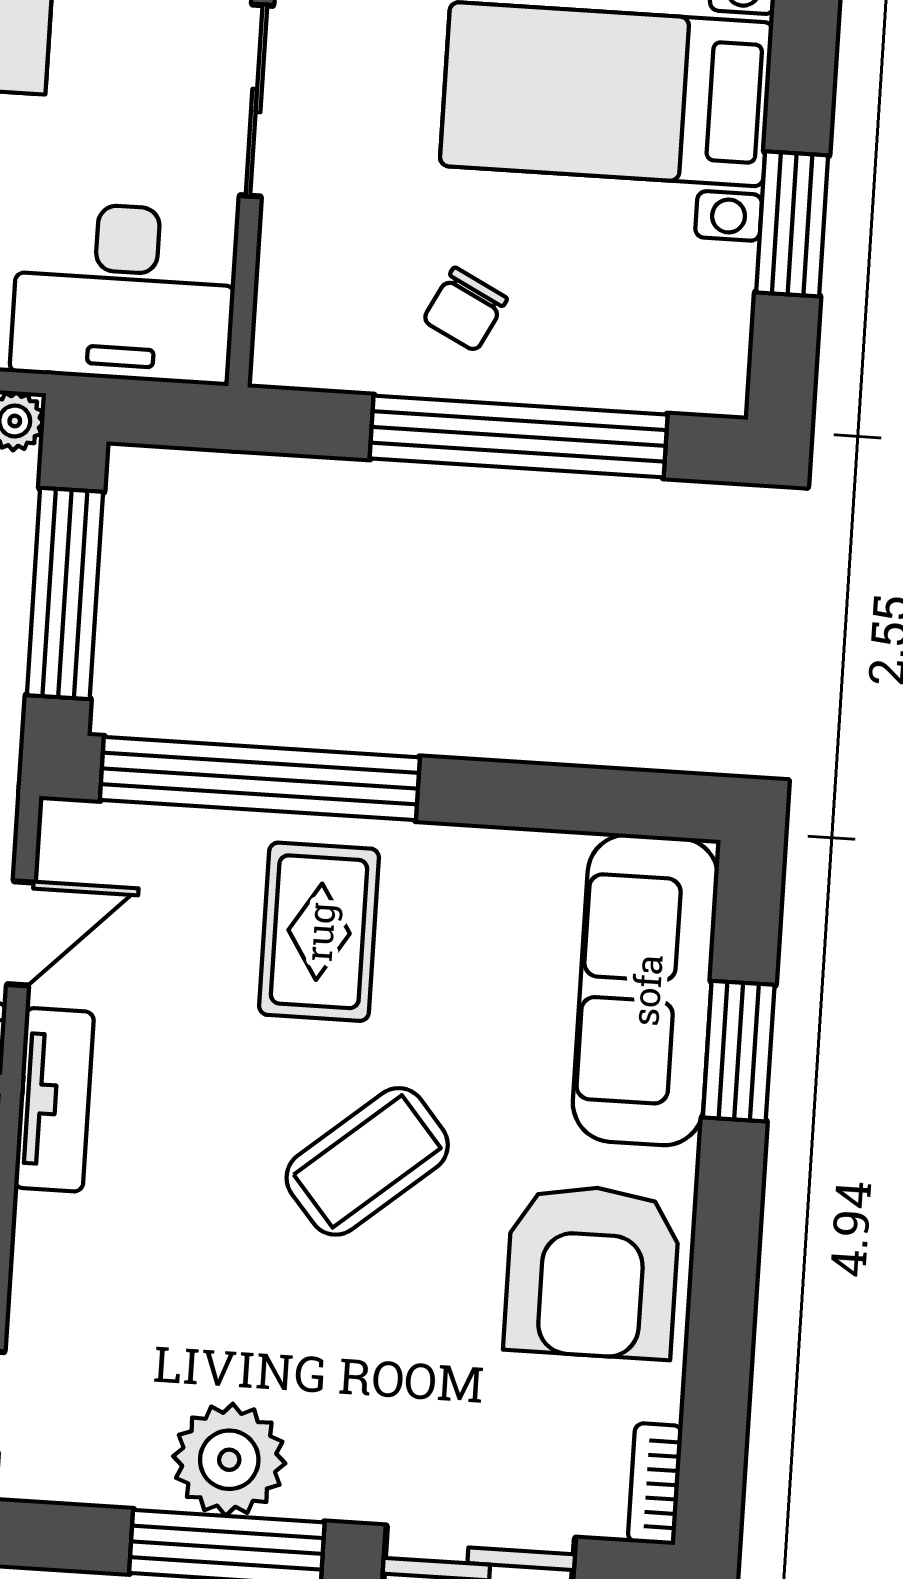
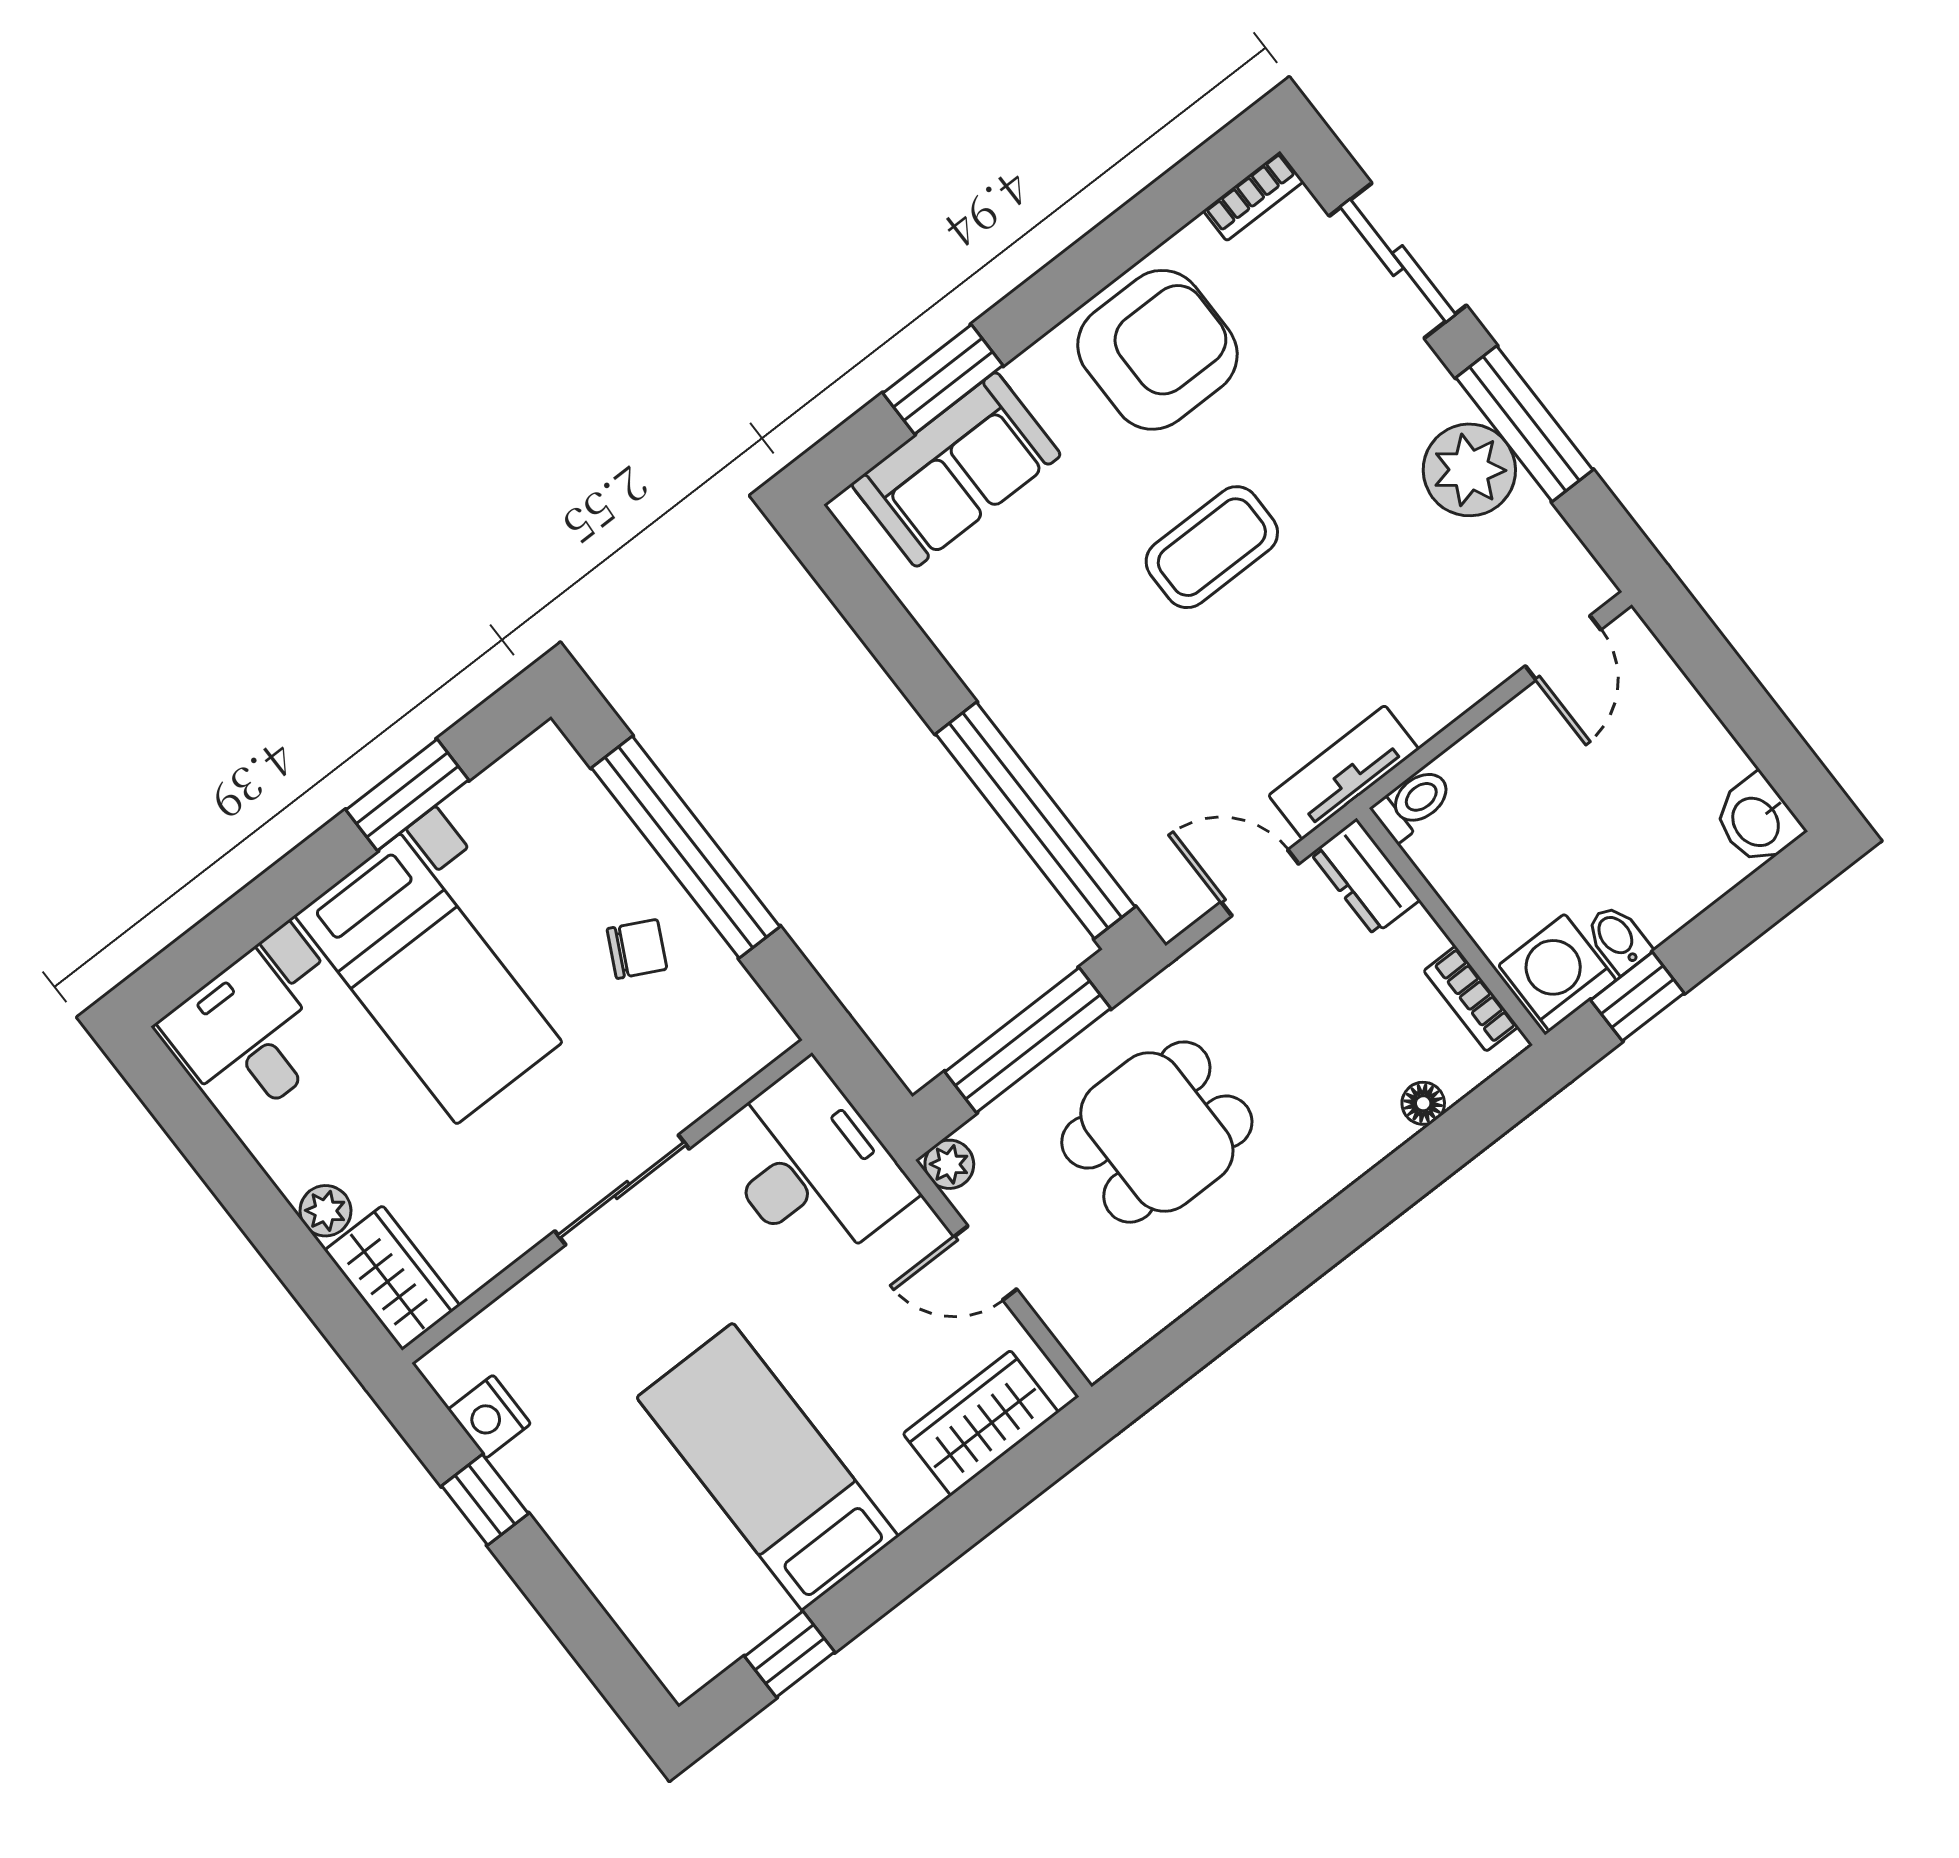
rug: (319, 932) -> (1097, 701), removed
sofa: (646, 990) -> (956, 470), width x0.73
coffee table: (367, 1161) -> (1212, 547), turned -50

